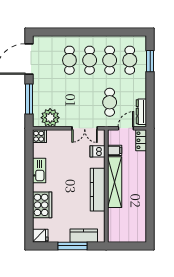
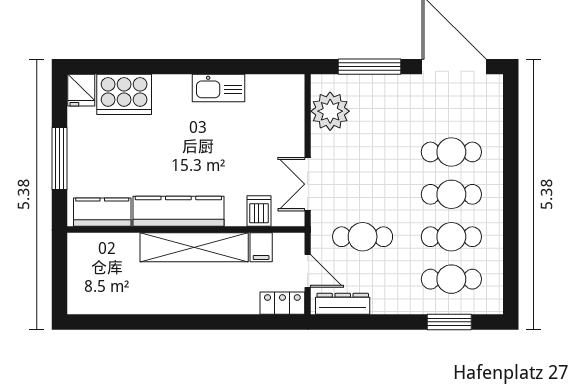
cooker: (39, 136) -> (291, 89), removed
cooker: (42, 205) -> (124, 94), moved
kitchen counter: (84, 236) -> (102, 212), moved, turned -90

